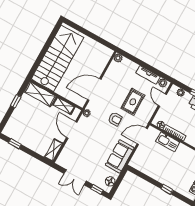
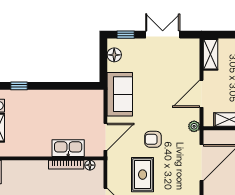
door: (72, 130) -> (201, 94), swing flipped
window: (167, 189) -> (19, 86), moved

